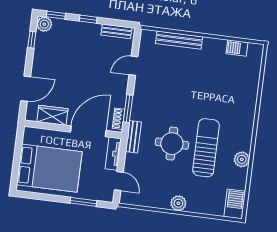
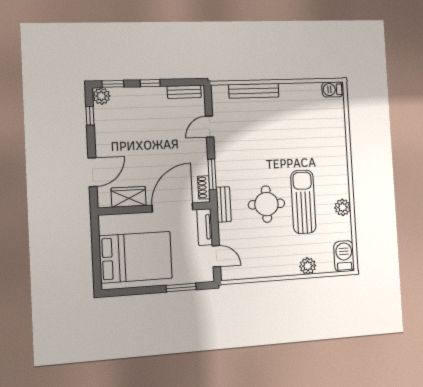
barbecue: (237, 48) -> (333, 89), moved
plant: (178, 203) -> (308, 266), moved

